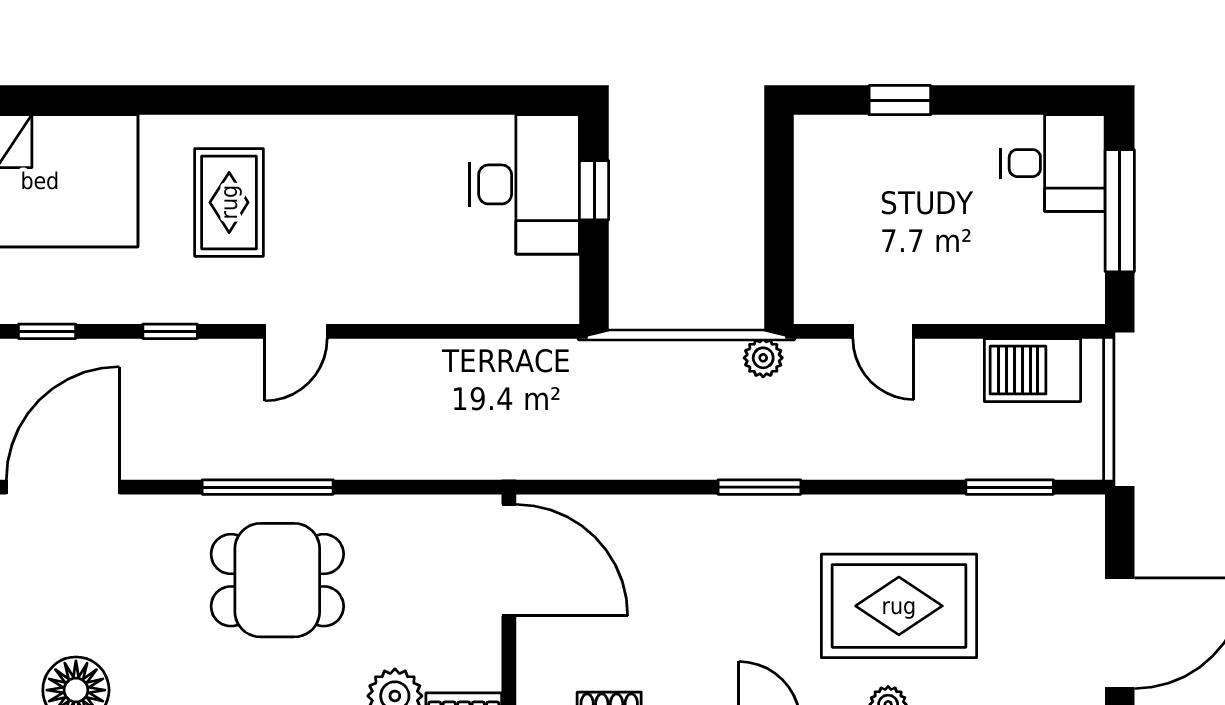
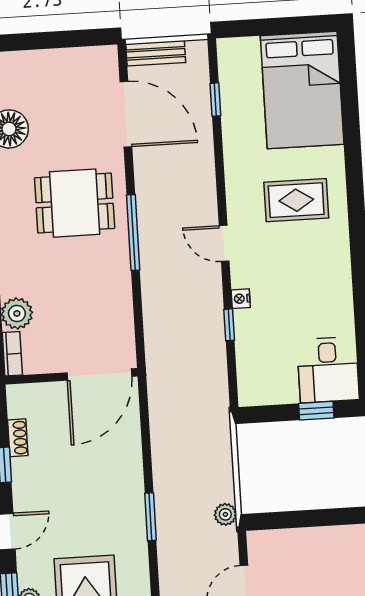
desk: (525, 184) -> (328, 370), width x0.73
nightstand: (393, 309) -> (241, 299), added
window: (170, 331) -> (229, 325), moved
dining table: (277, 580) -> (75, 203), moved, turned 90

